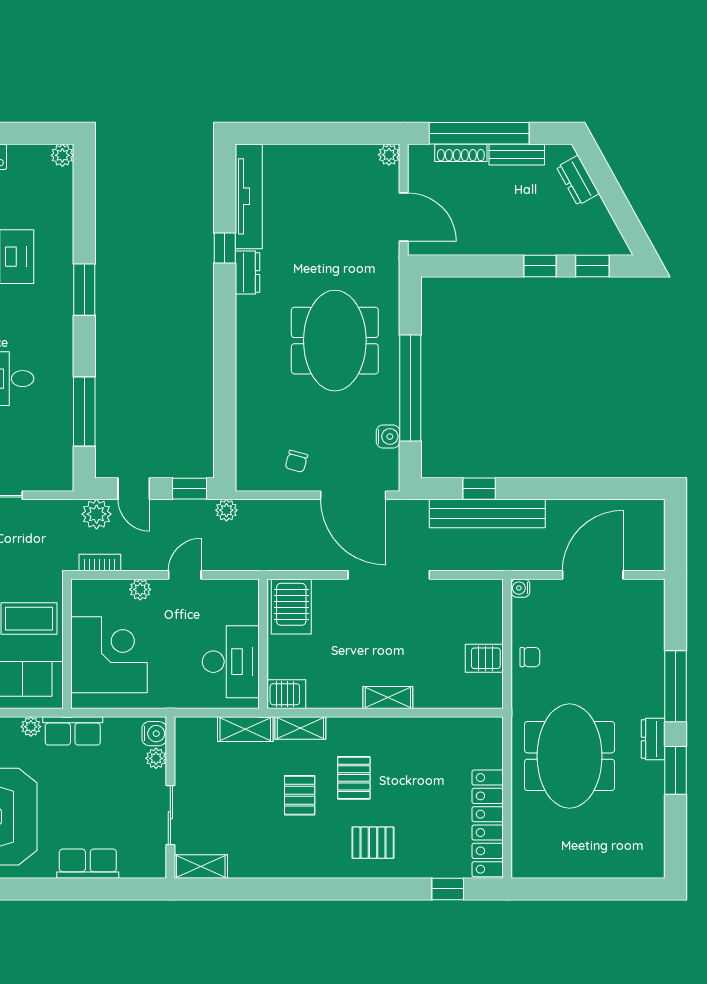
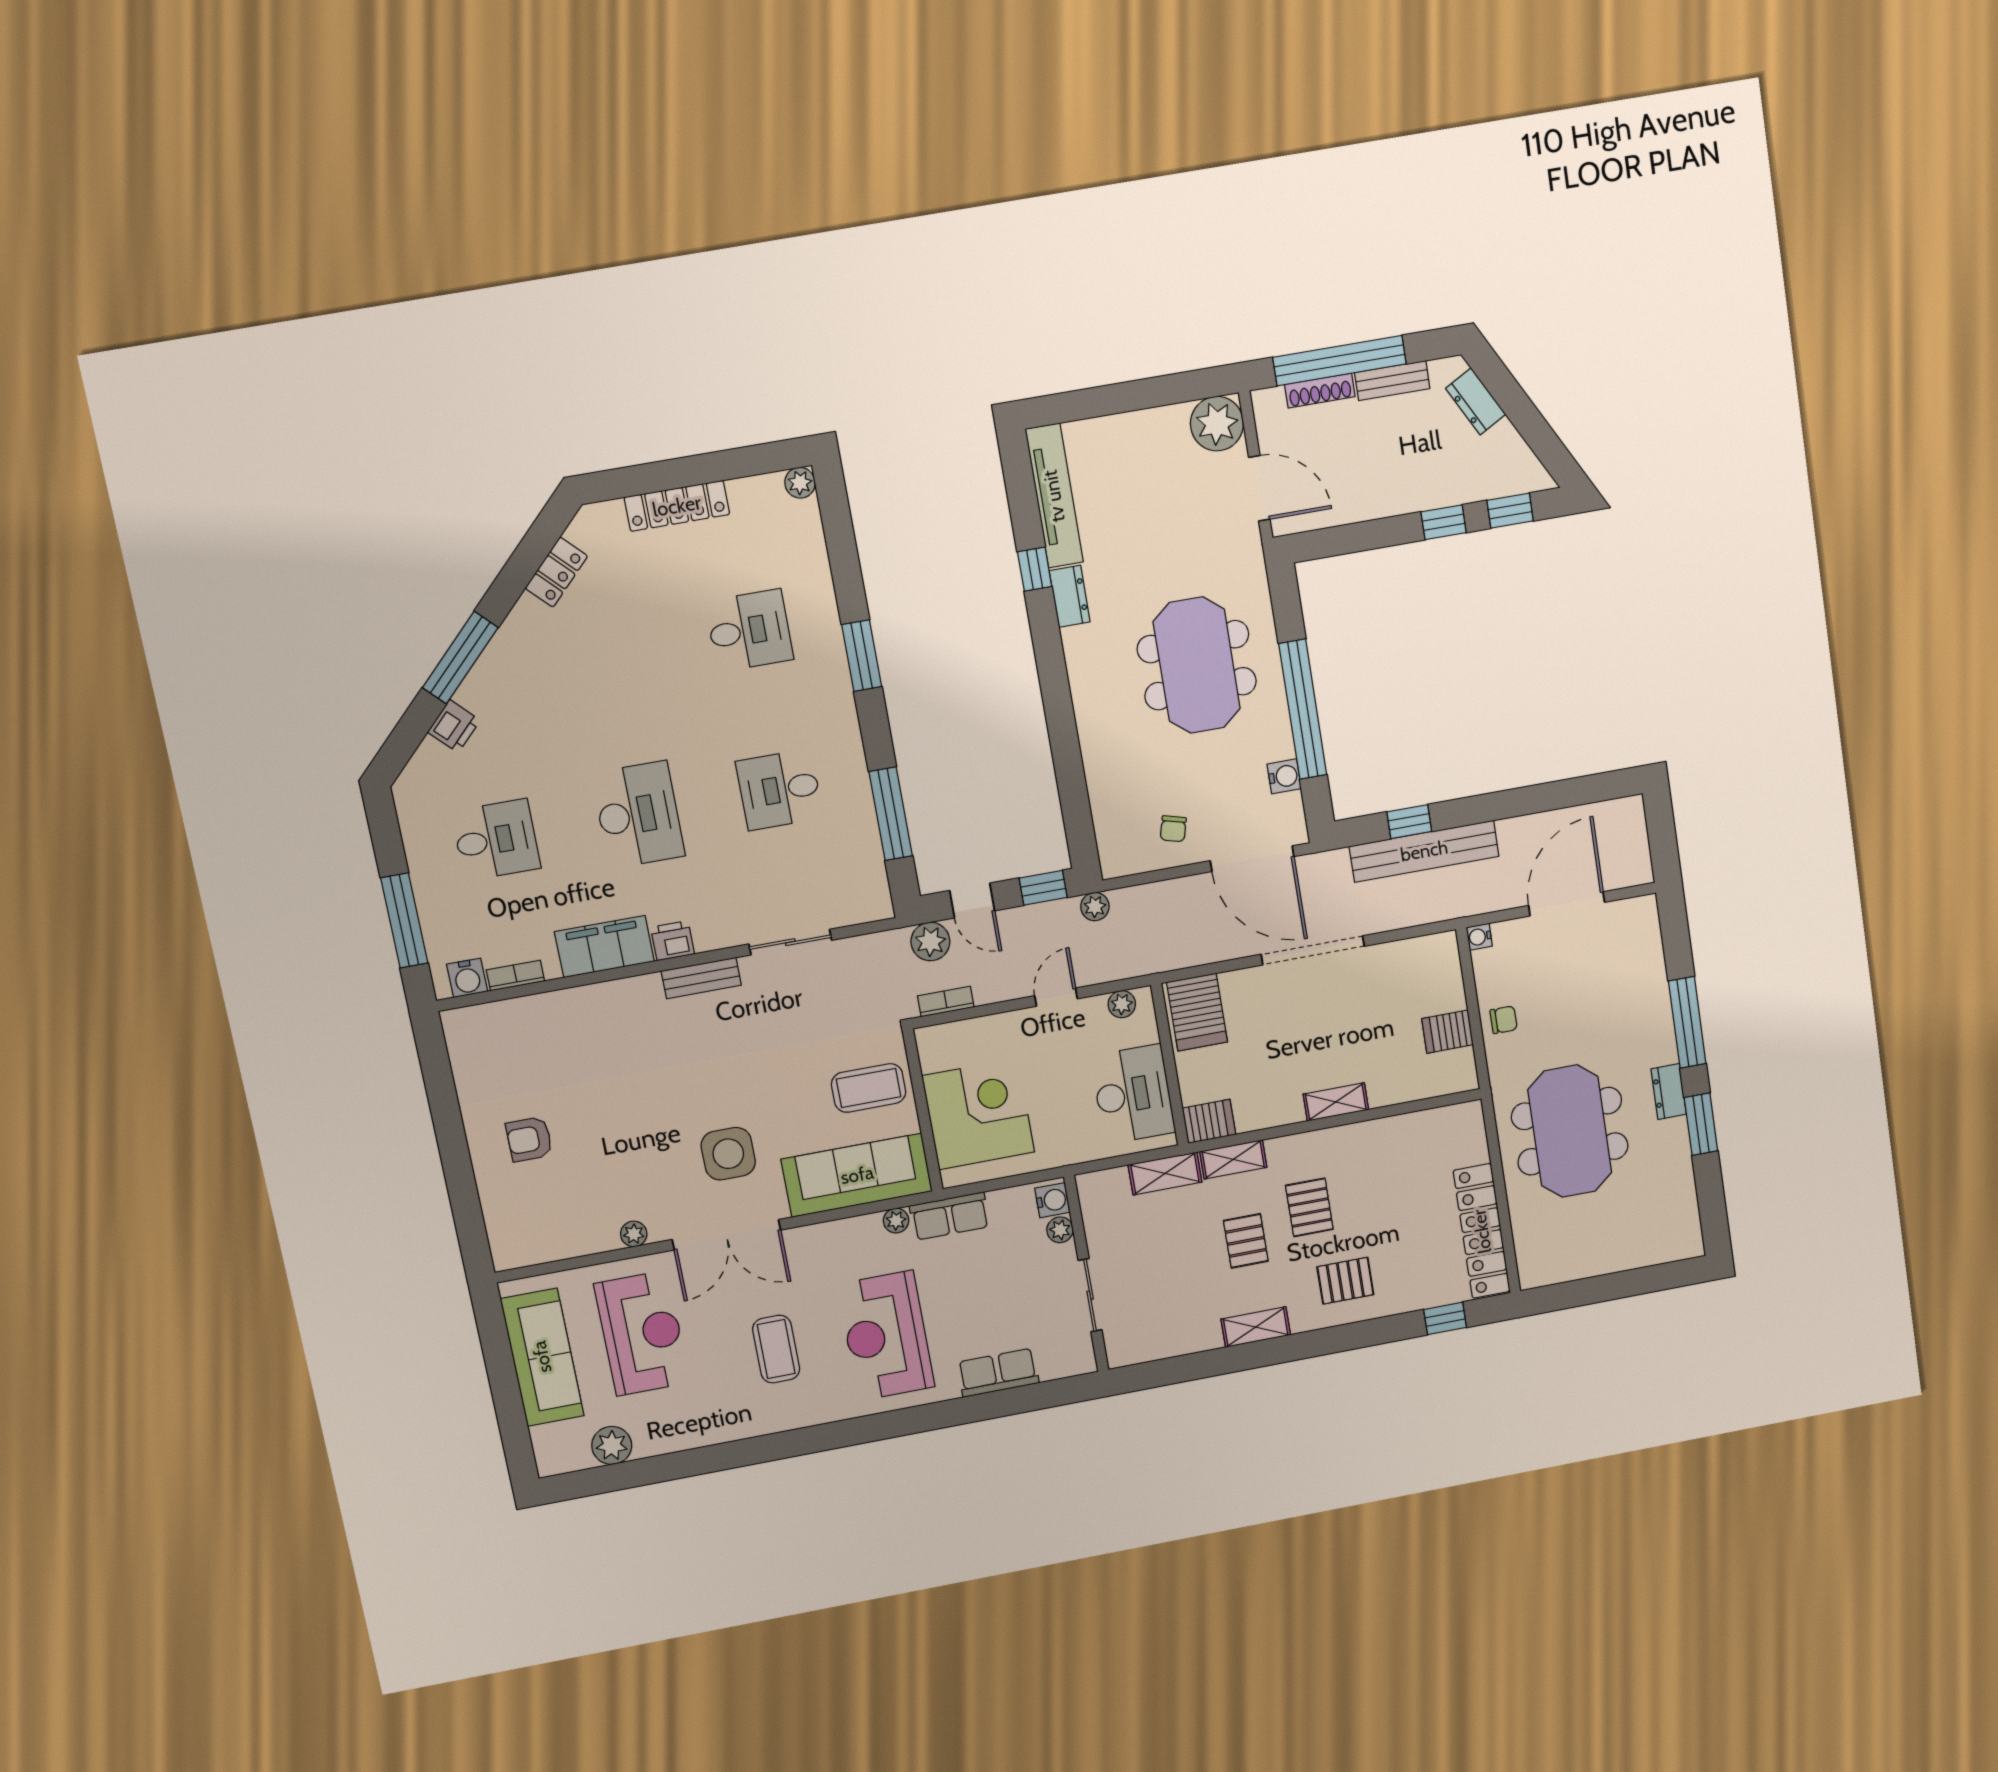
plant: (389, 155) -> (1217, 424), width x1.88, depth x1.88
plant: (140, 589) -> (1122, 1004), moved
shelving: (201, 866) -> (1256, 1327), moved

